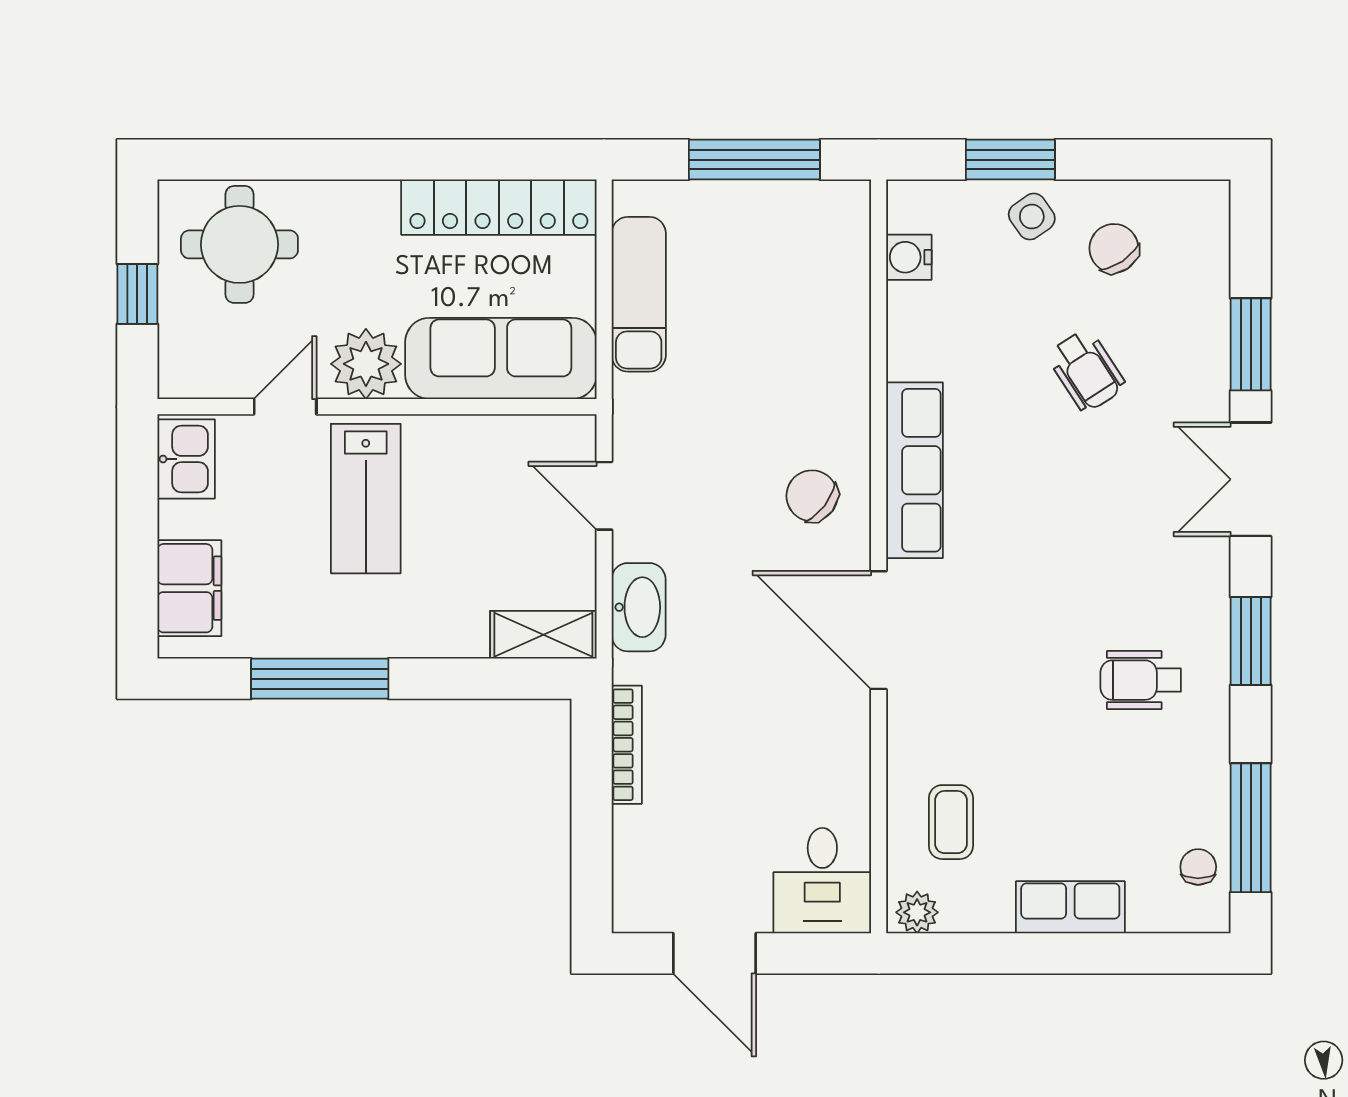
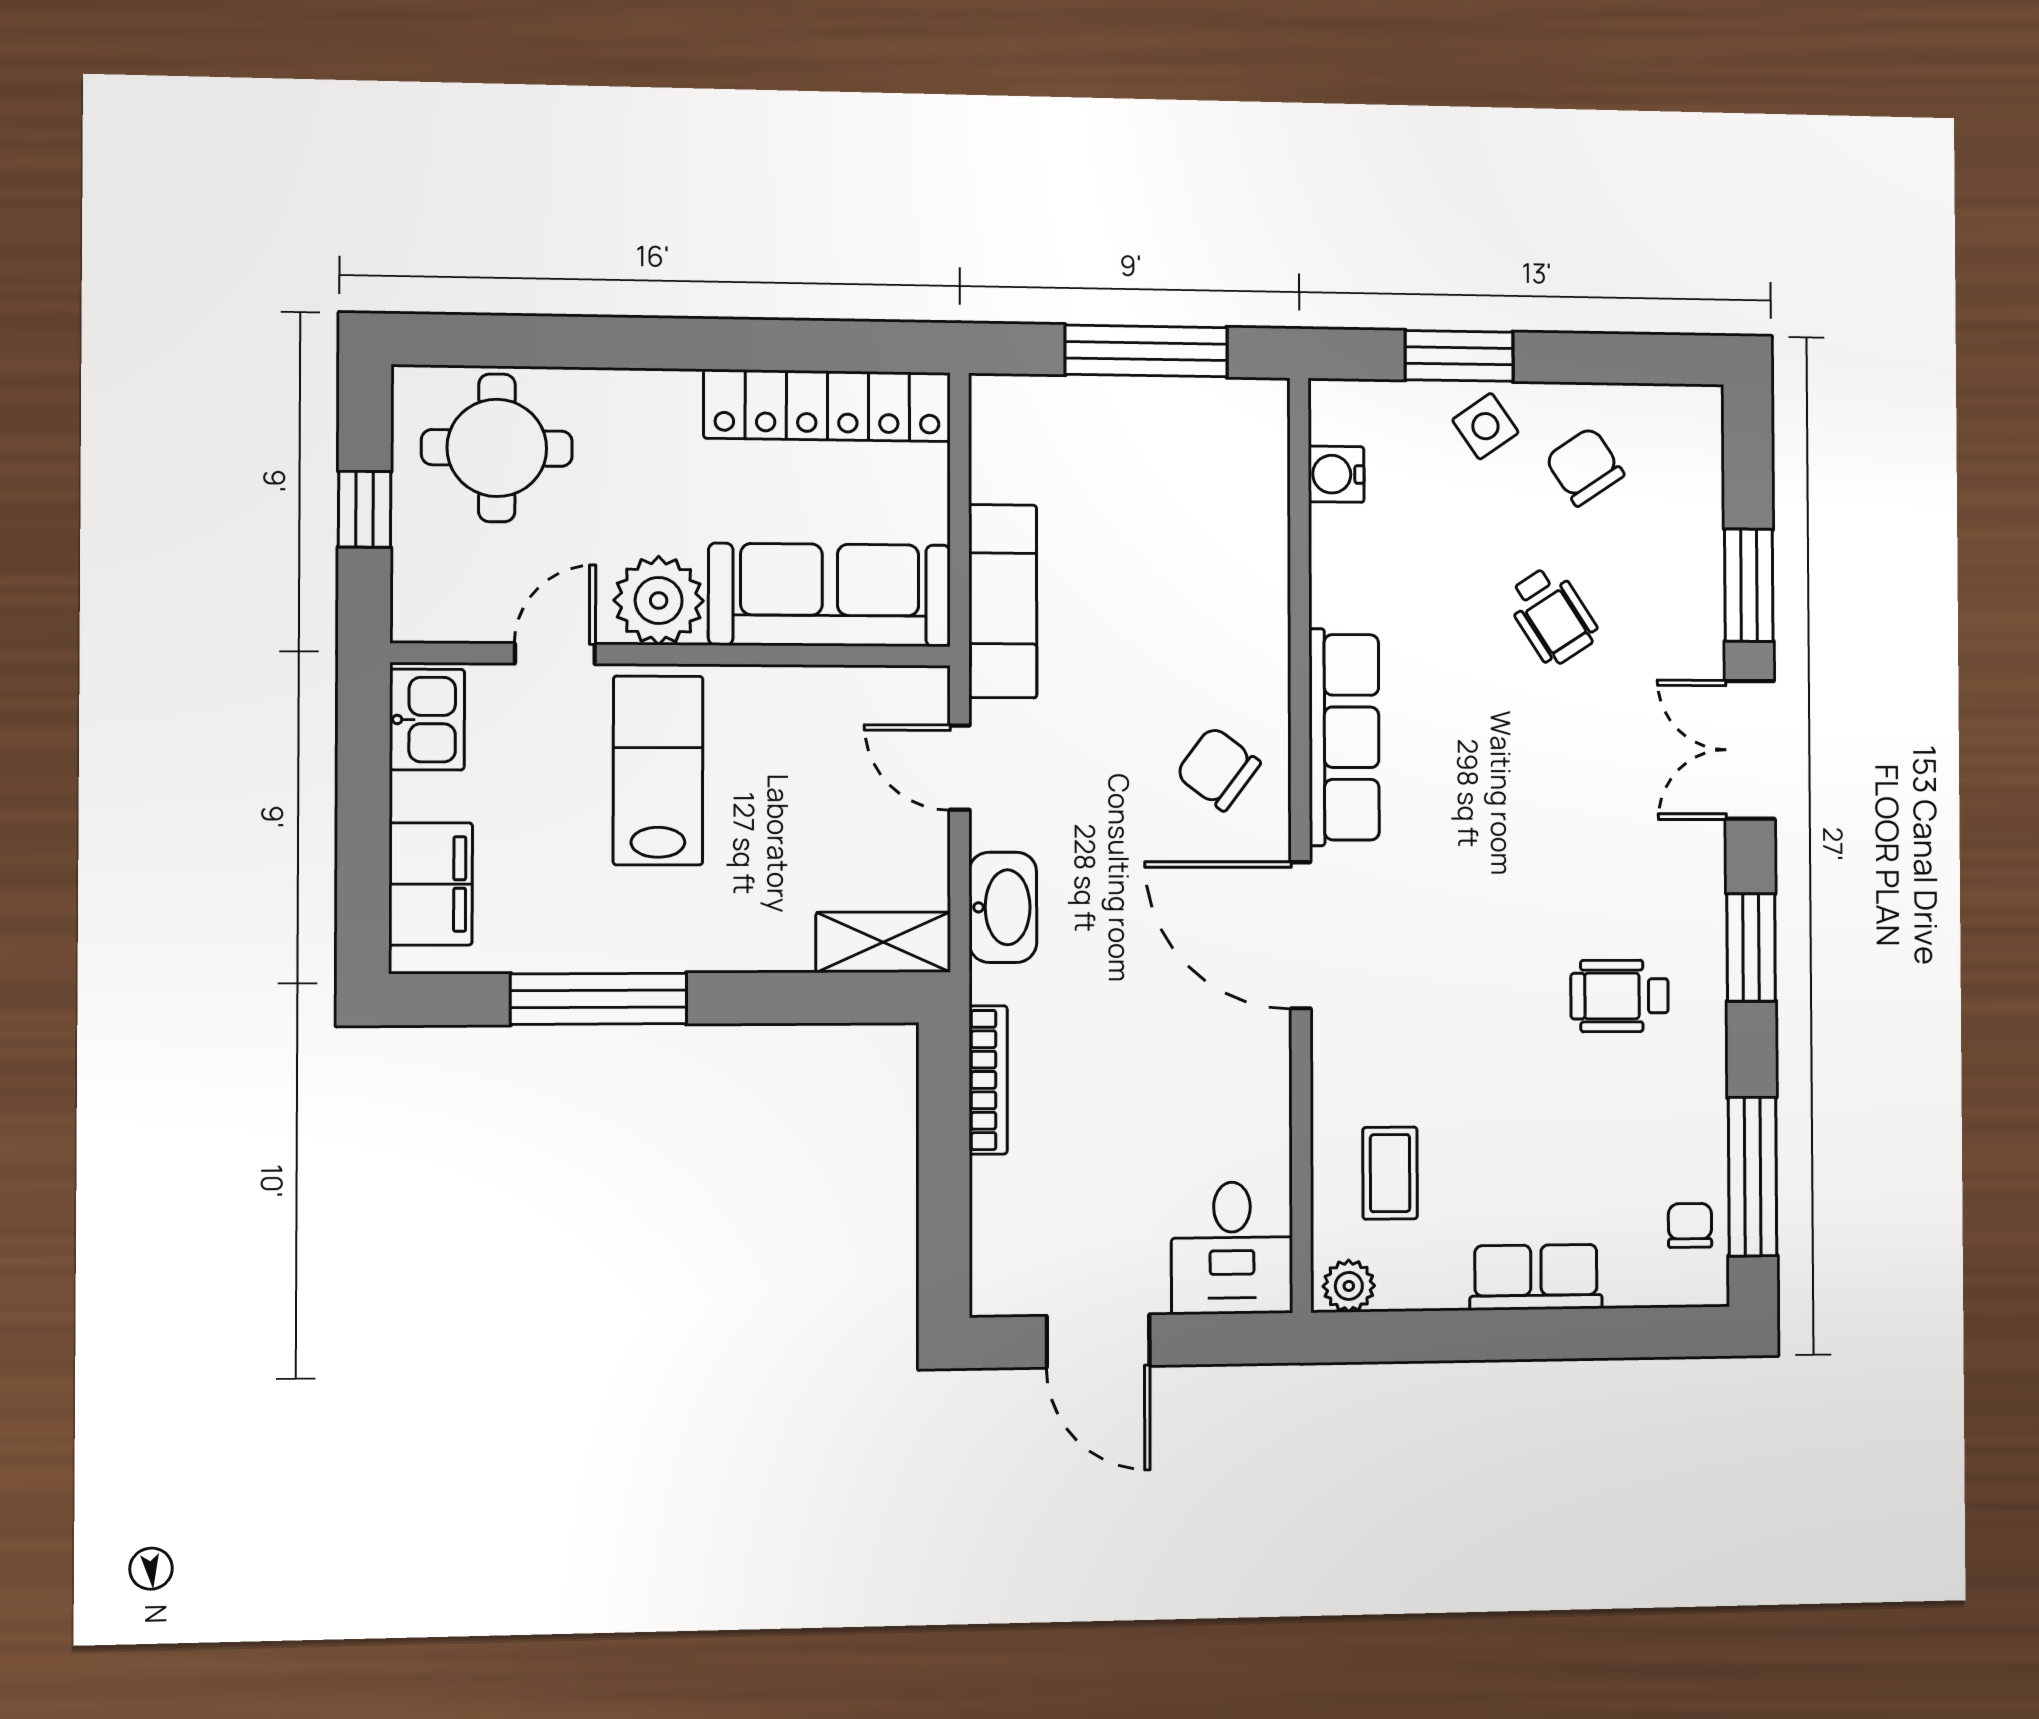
exam couch: (639, 294) -> (1003, 601), moved
lab bench: (366, 499) -> (658, 770), turned 180

